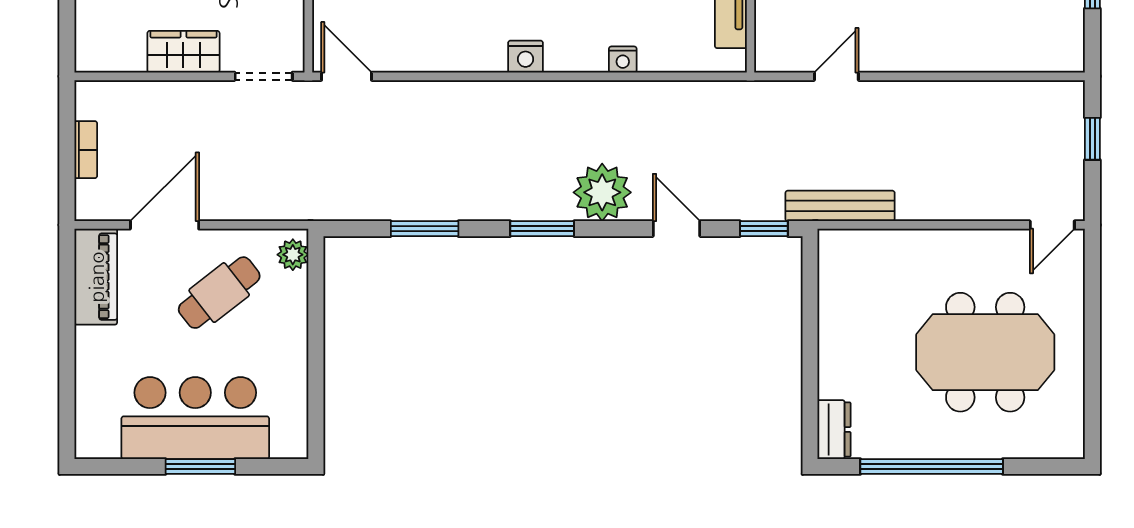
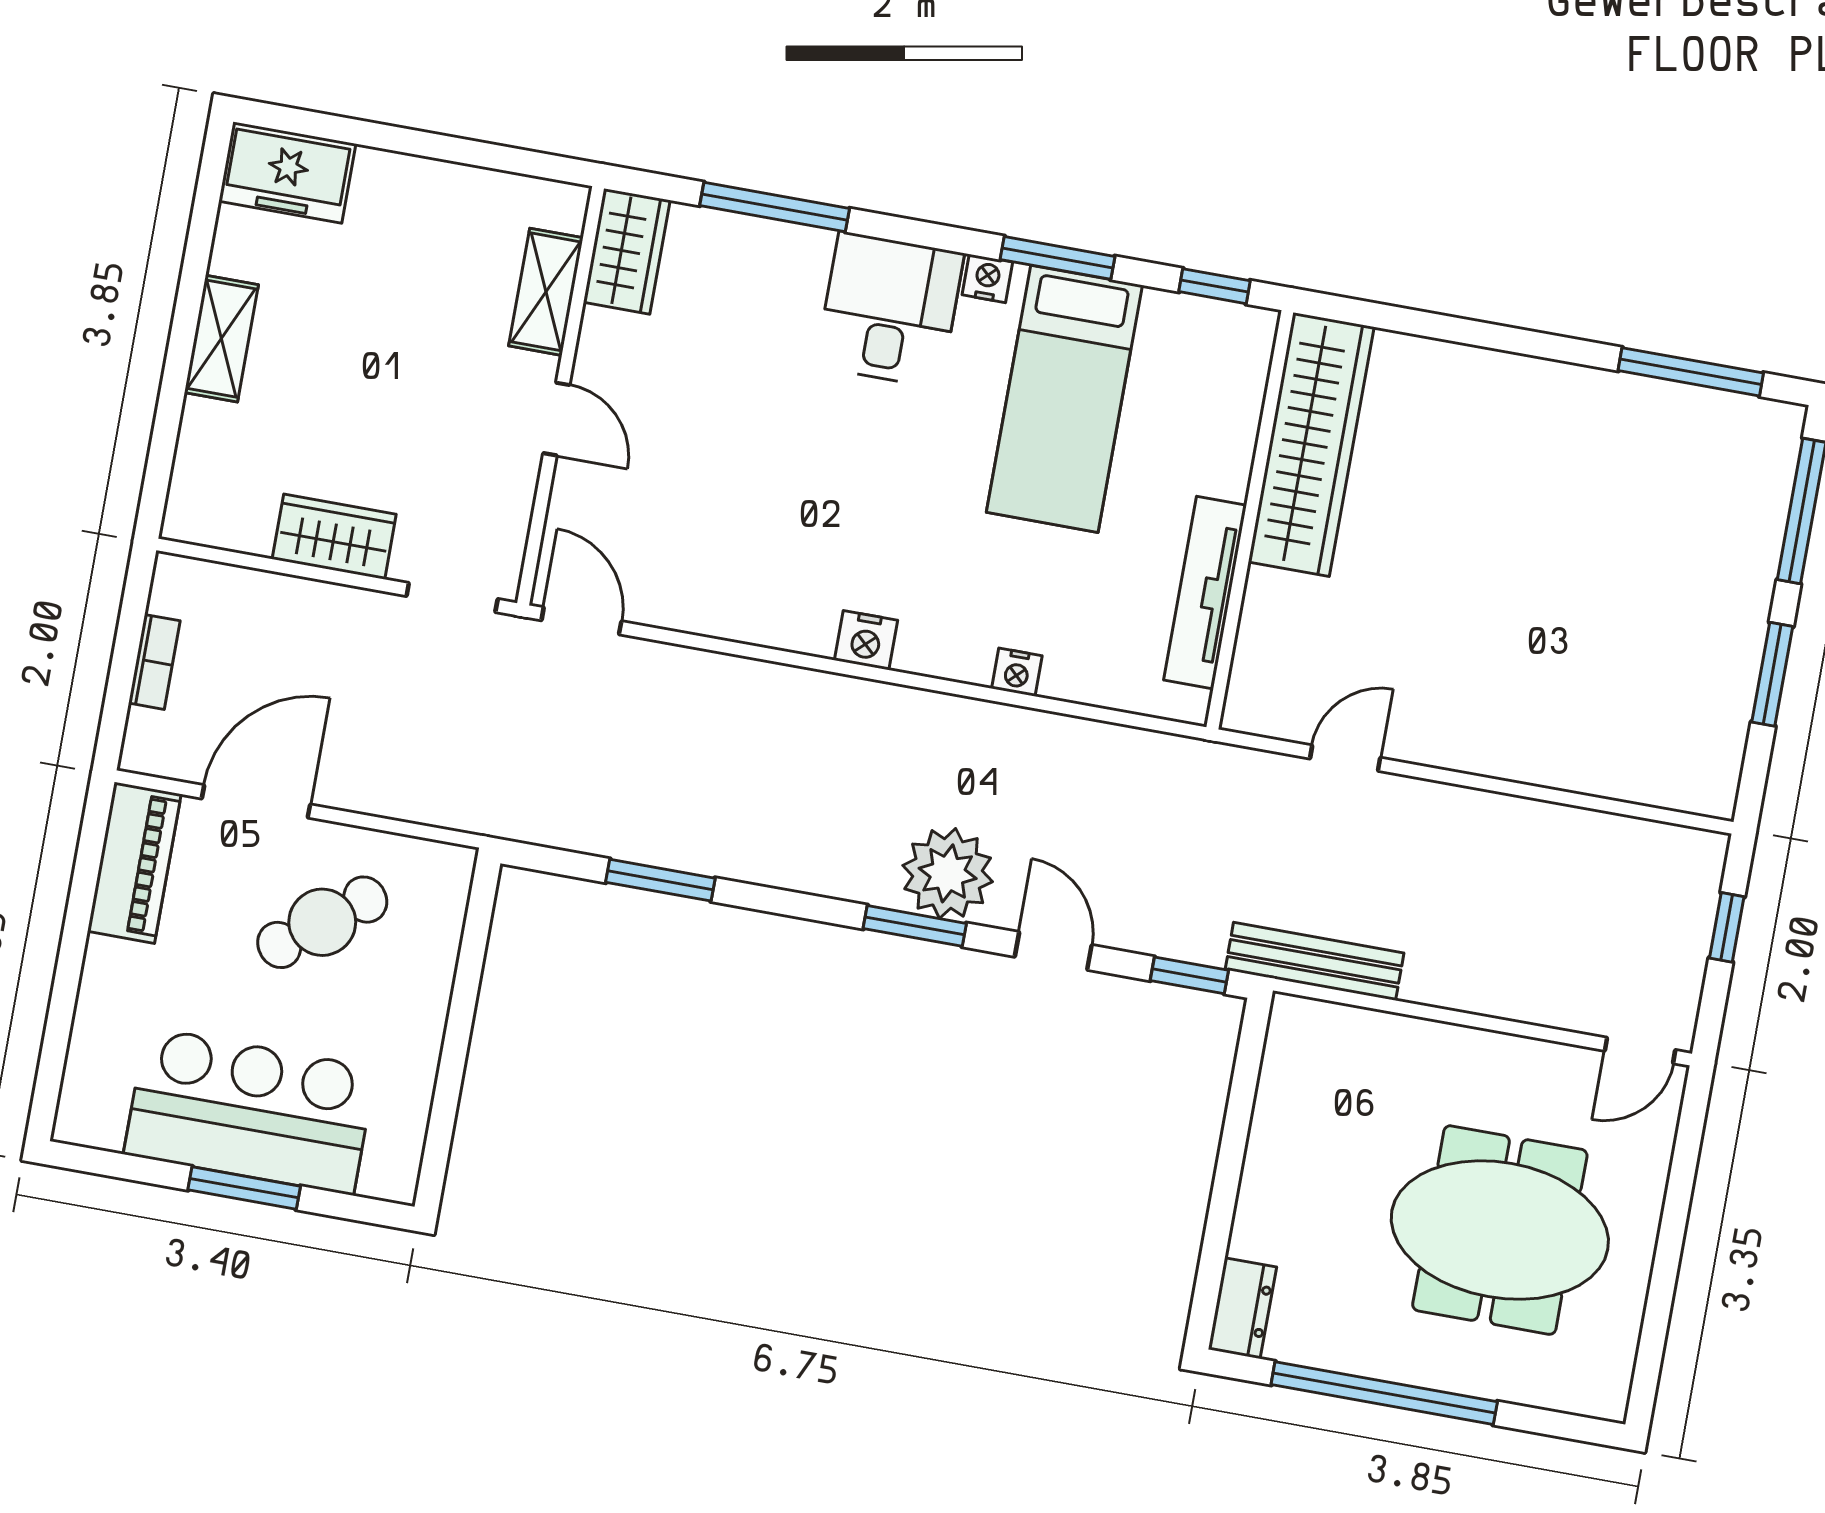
window: (542, 229) -> (915, 926), moved
plant: (293, 255) -> (448, 884), removed

